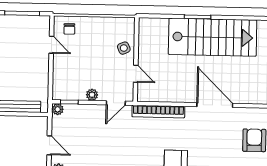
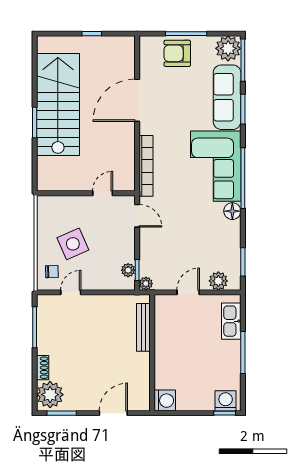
side table: (124, 48) -> (73, 244), moved, width x1.87, depth x1.87
plant: (92, 95) -> (128, 270), moved

